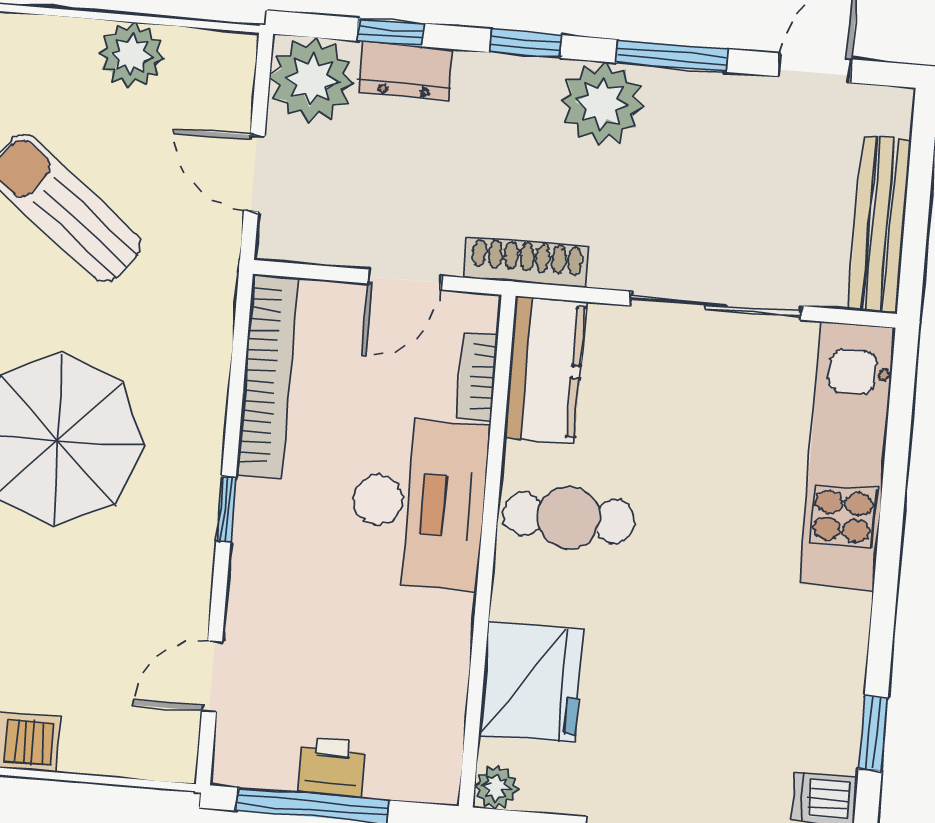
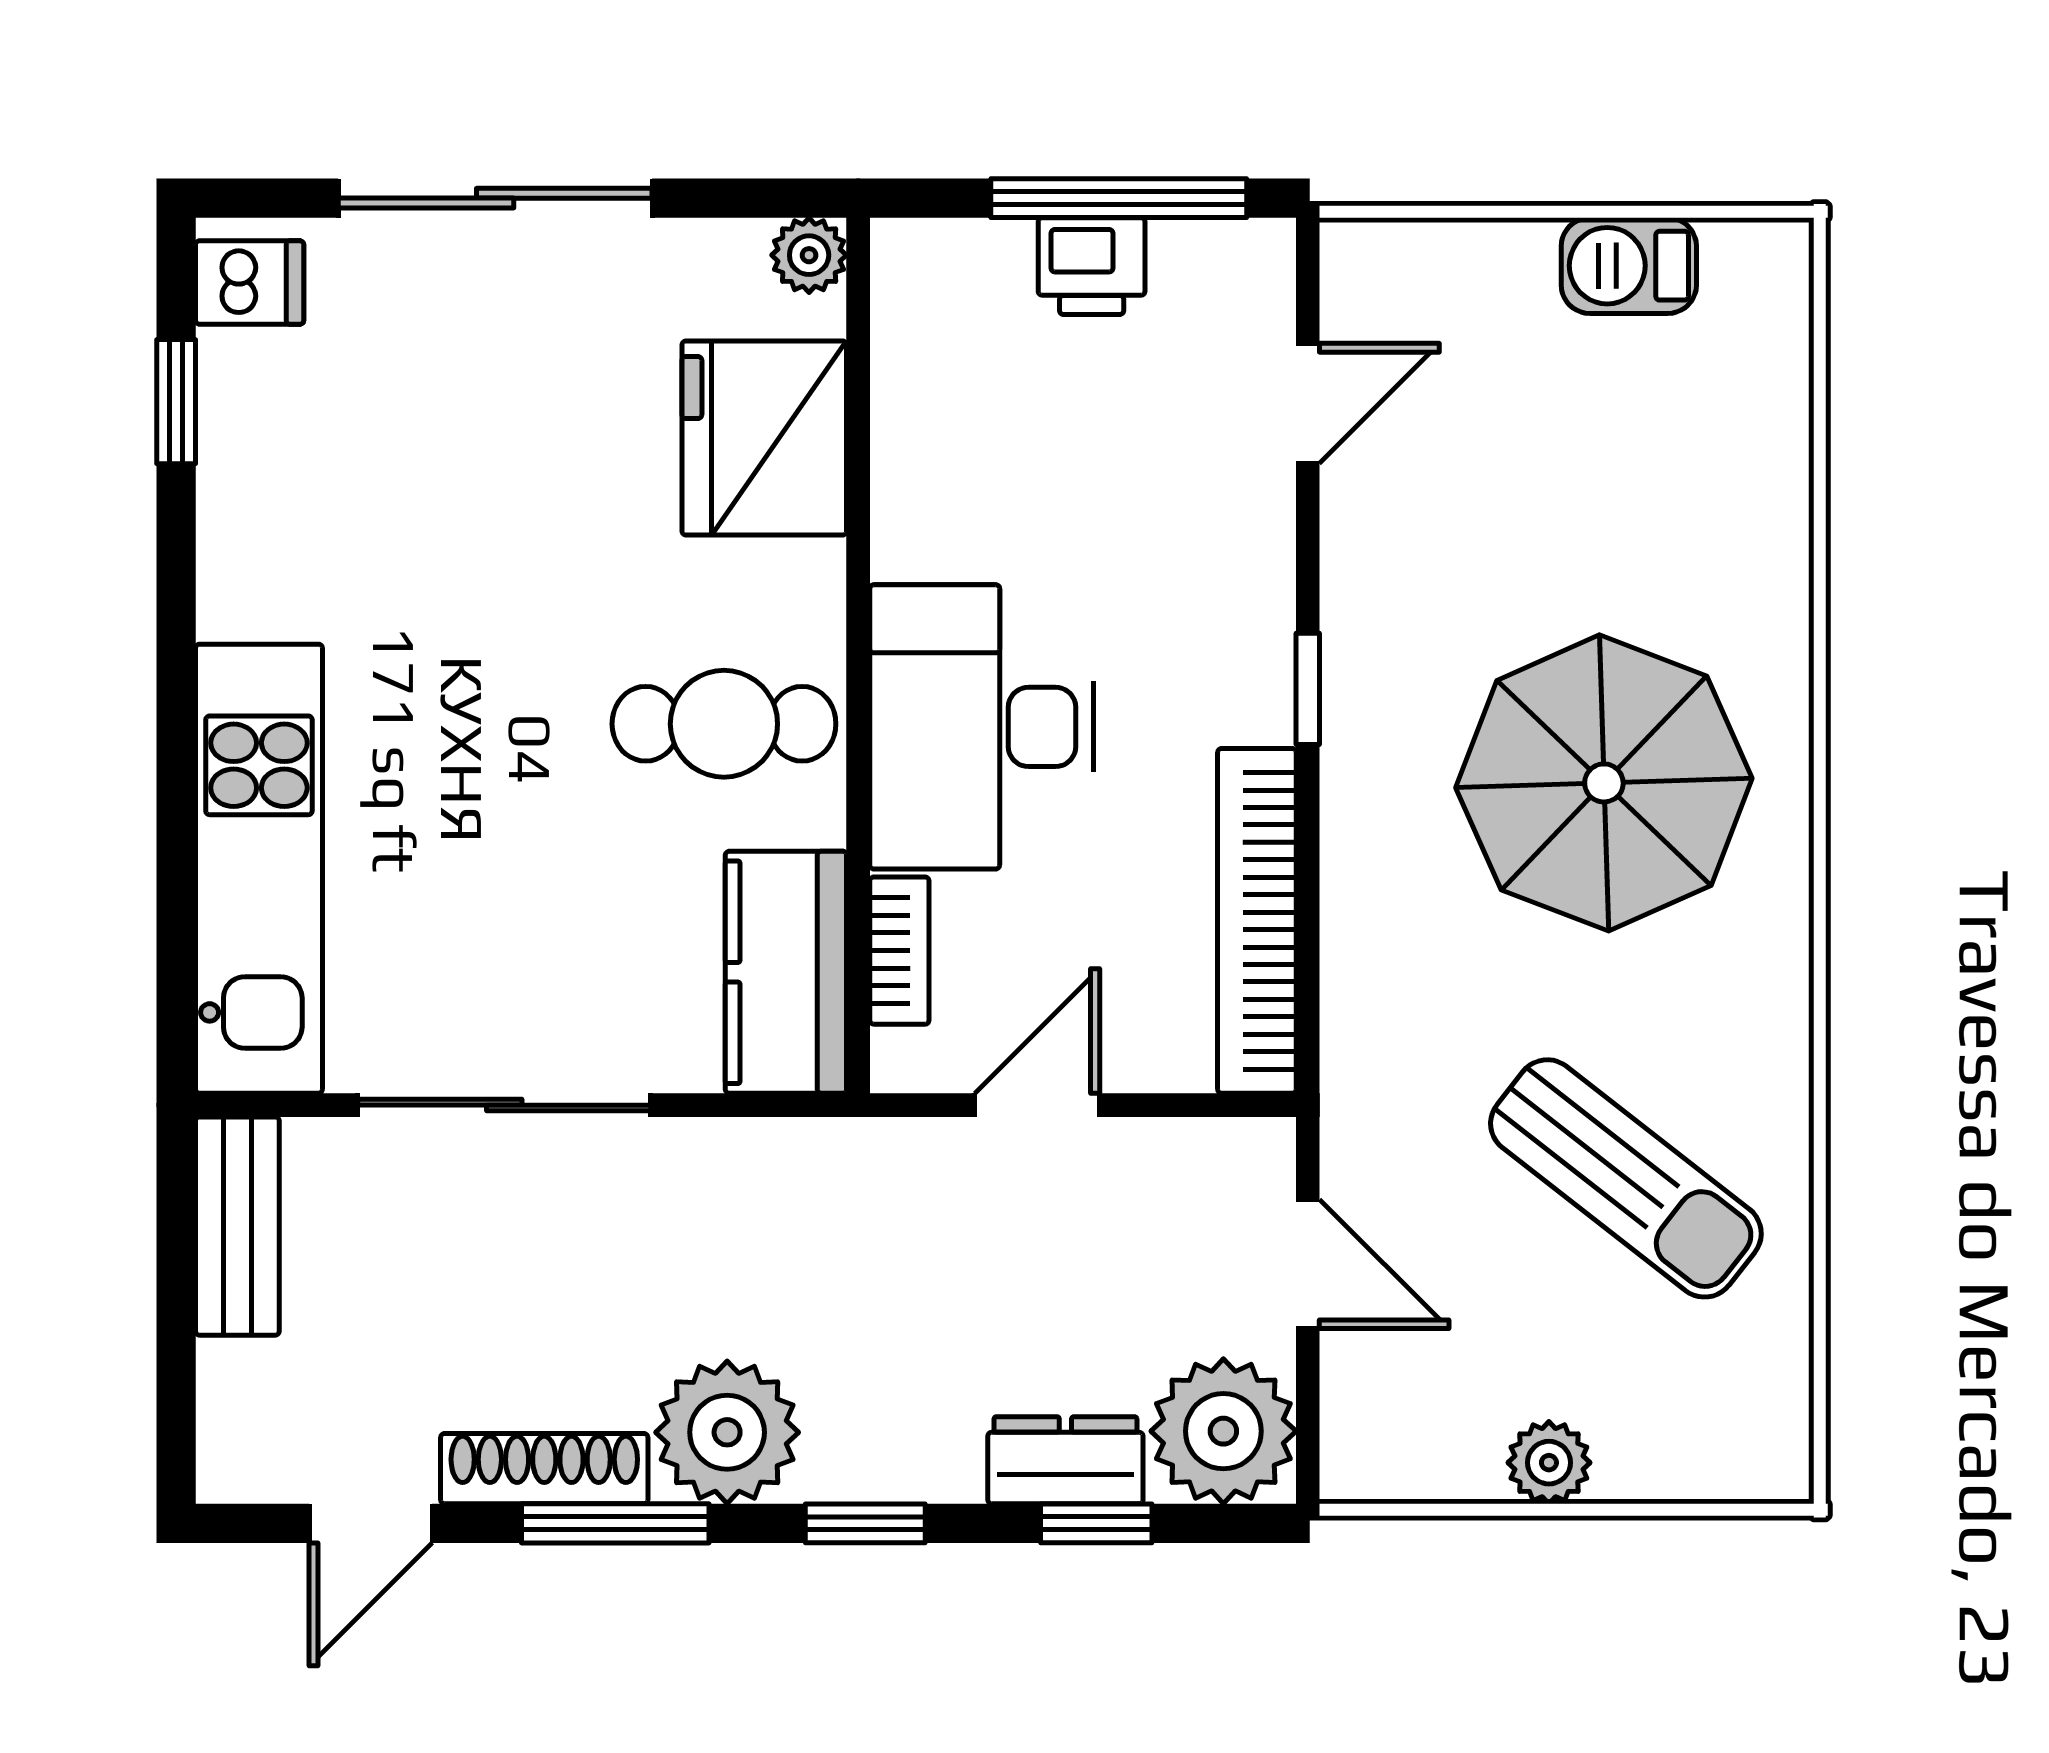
plant: (131, 55) -> (1549, 1463), width x0.73, depth x0.73
bench: (880, 225) -> (237, 1226), width x0.73
shoe rack: (527, 262) -> (544, 1469), moved, turned 180

